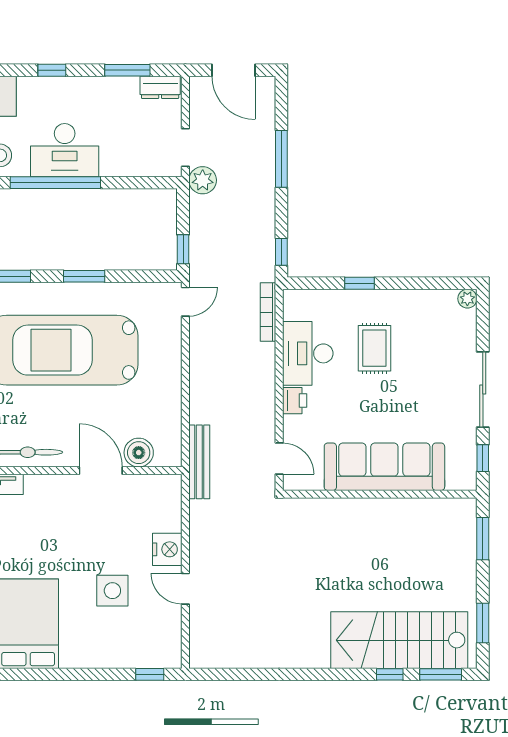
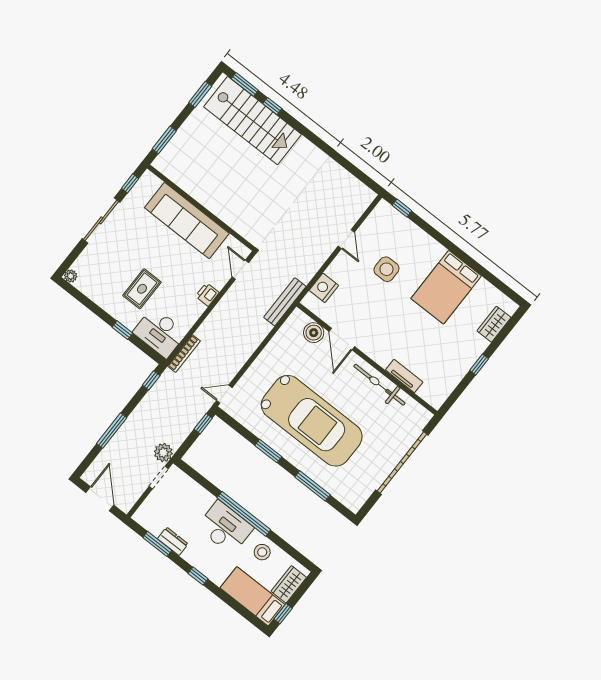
dresser: (160, 87) -> (173, 541), moved
desk: (308, 353) -> (160, 333), moved, turned 90
nightstand: (167, 549) -> (324, 288), moved

